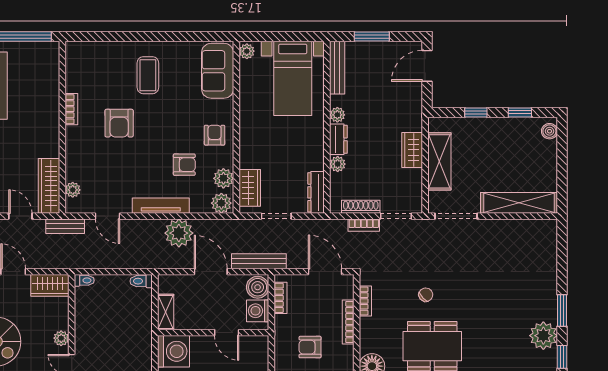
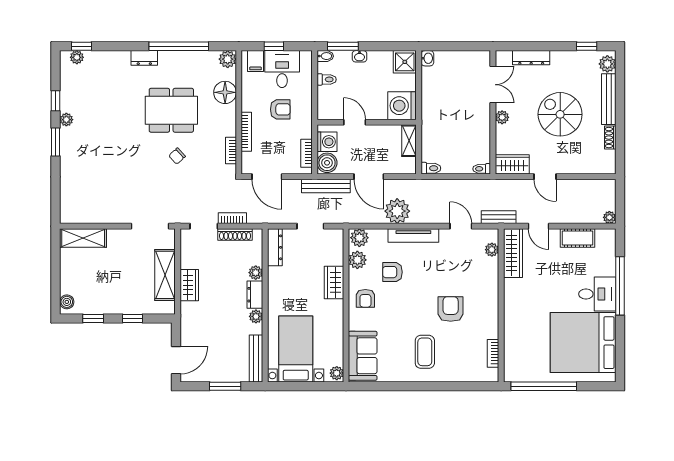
bookcase: (71, 109) -> (493, 353), moved
wardrobe: (250, 188) -> (334, 282), moved
shelving: (519, 203) -> (83, 238), width x0.68
plant: (543, 336) -> (66, 120), width x0.53, depth x0.53

